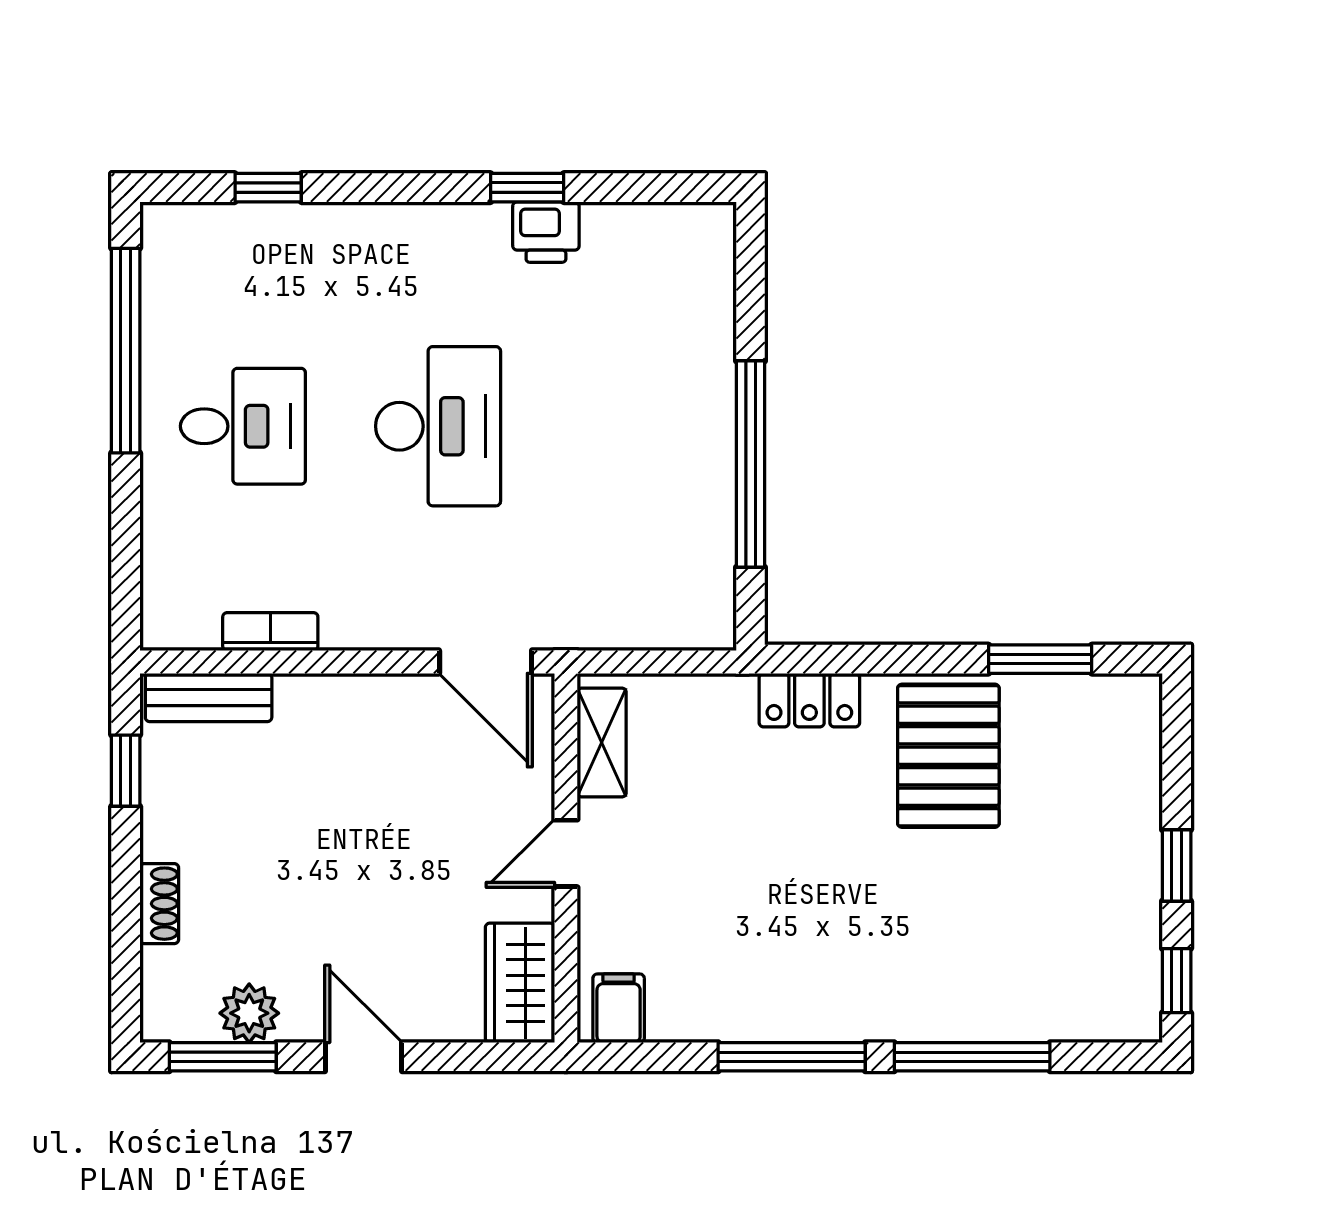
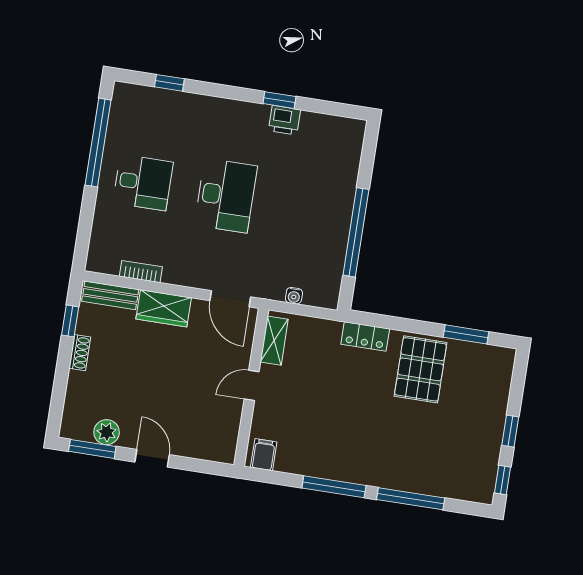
water cooler: (631, 632) -> (294, 296), added
shoe rack: (159, 904) -> (80, 353), moved
wardrobe: (520, 983) -> (164, 308), moved, turned -90

